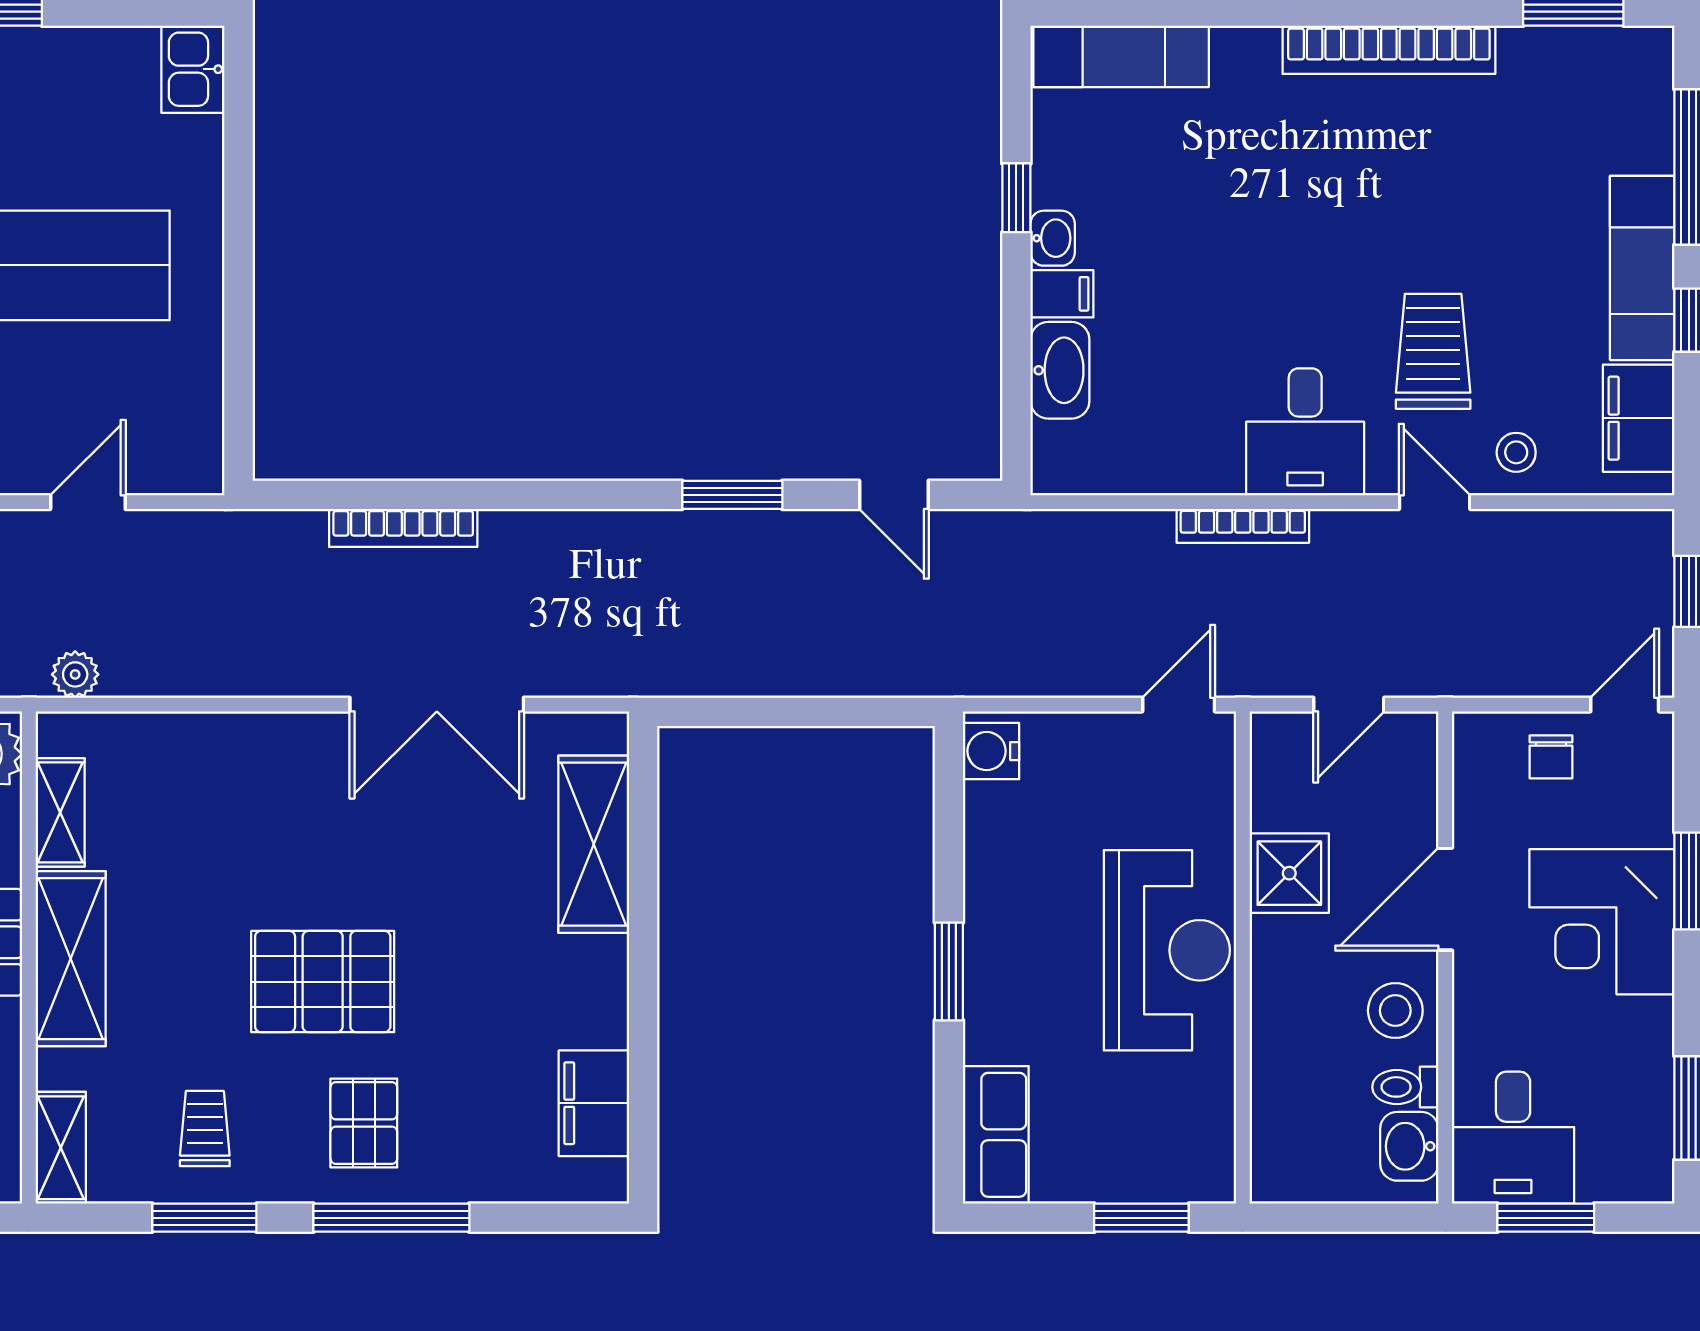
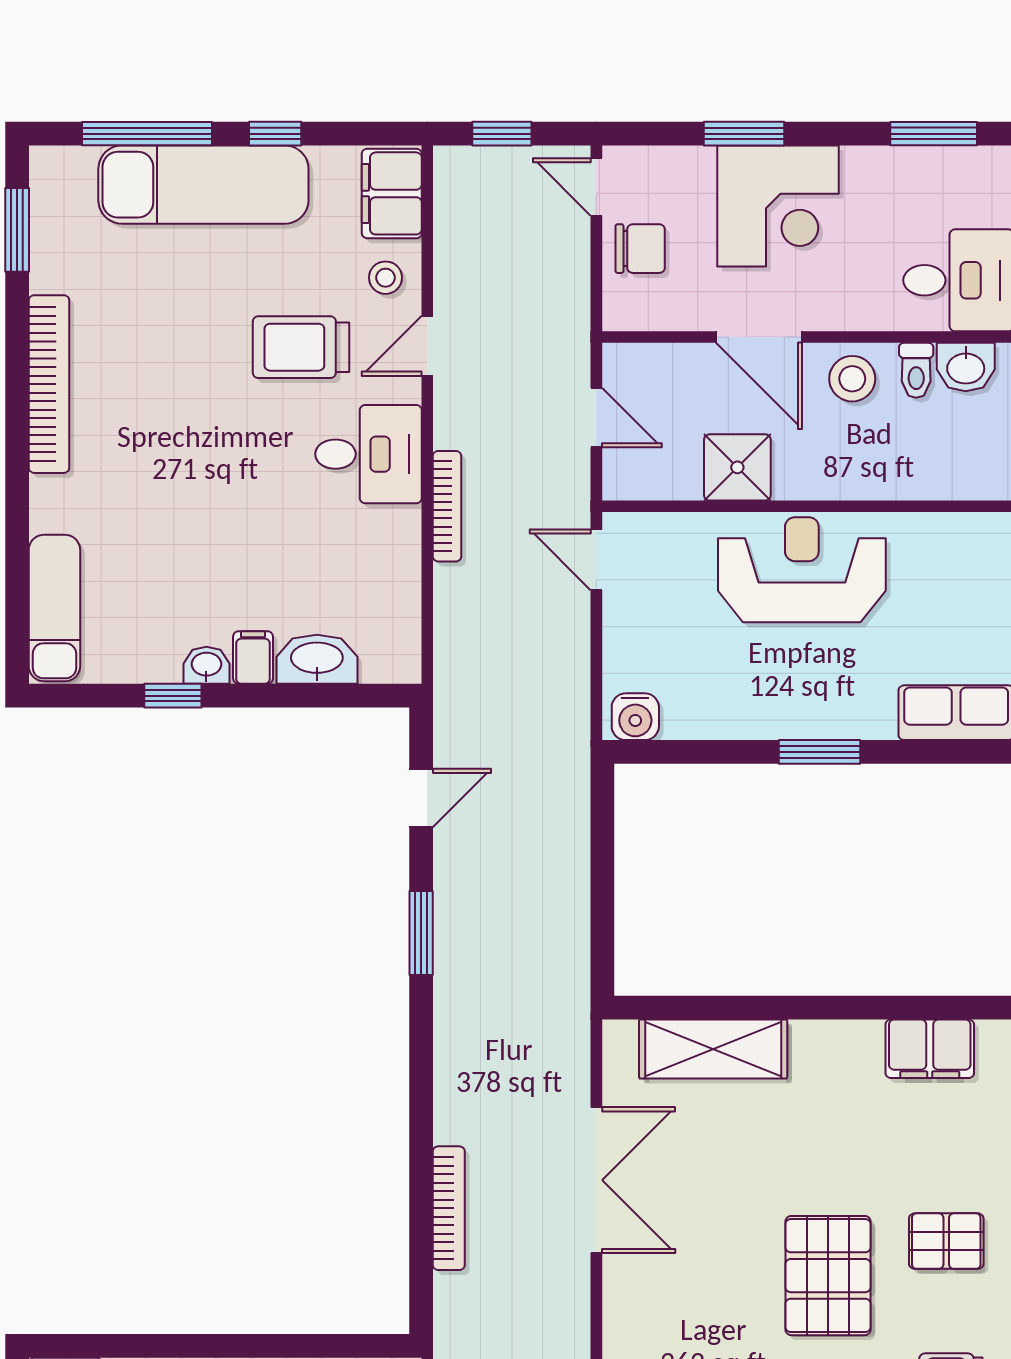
exam couch: (1642, 268) -> (203, 185), width x1.36, depth x1.45
filing cabinet: (1639, 418) -> (392, 193), moved, turned 90
chair: (1551, 757) -> (640, 249), width x1.37, depth x1.37

